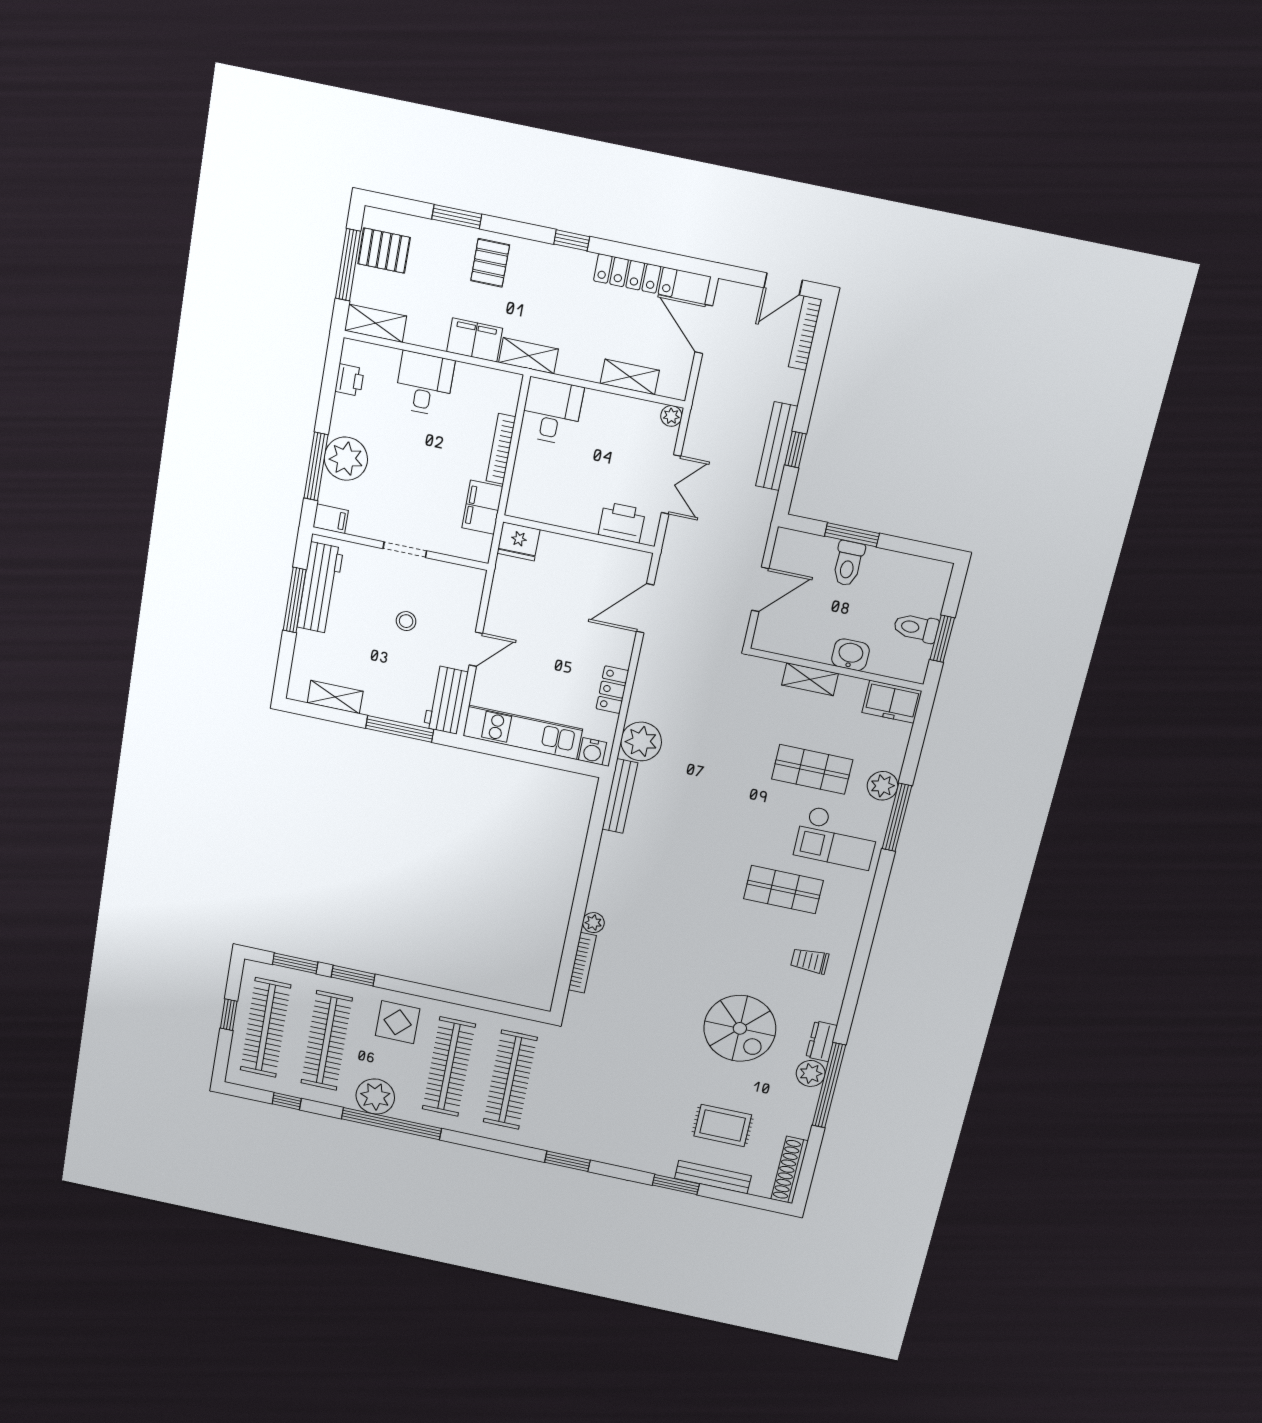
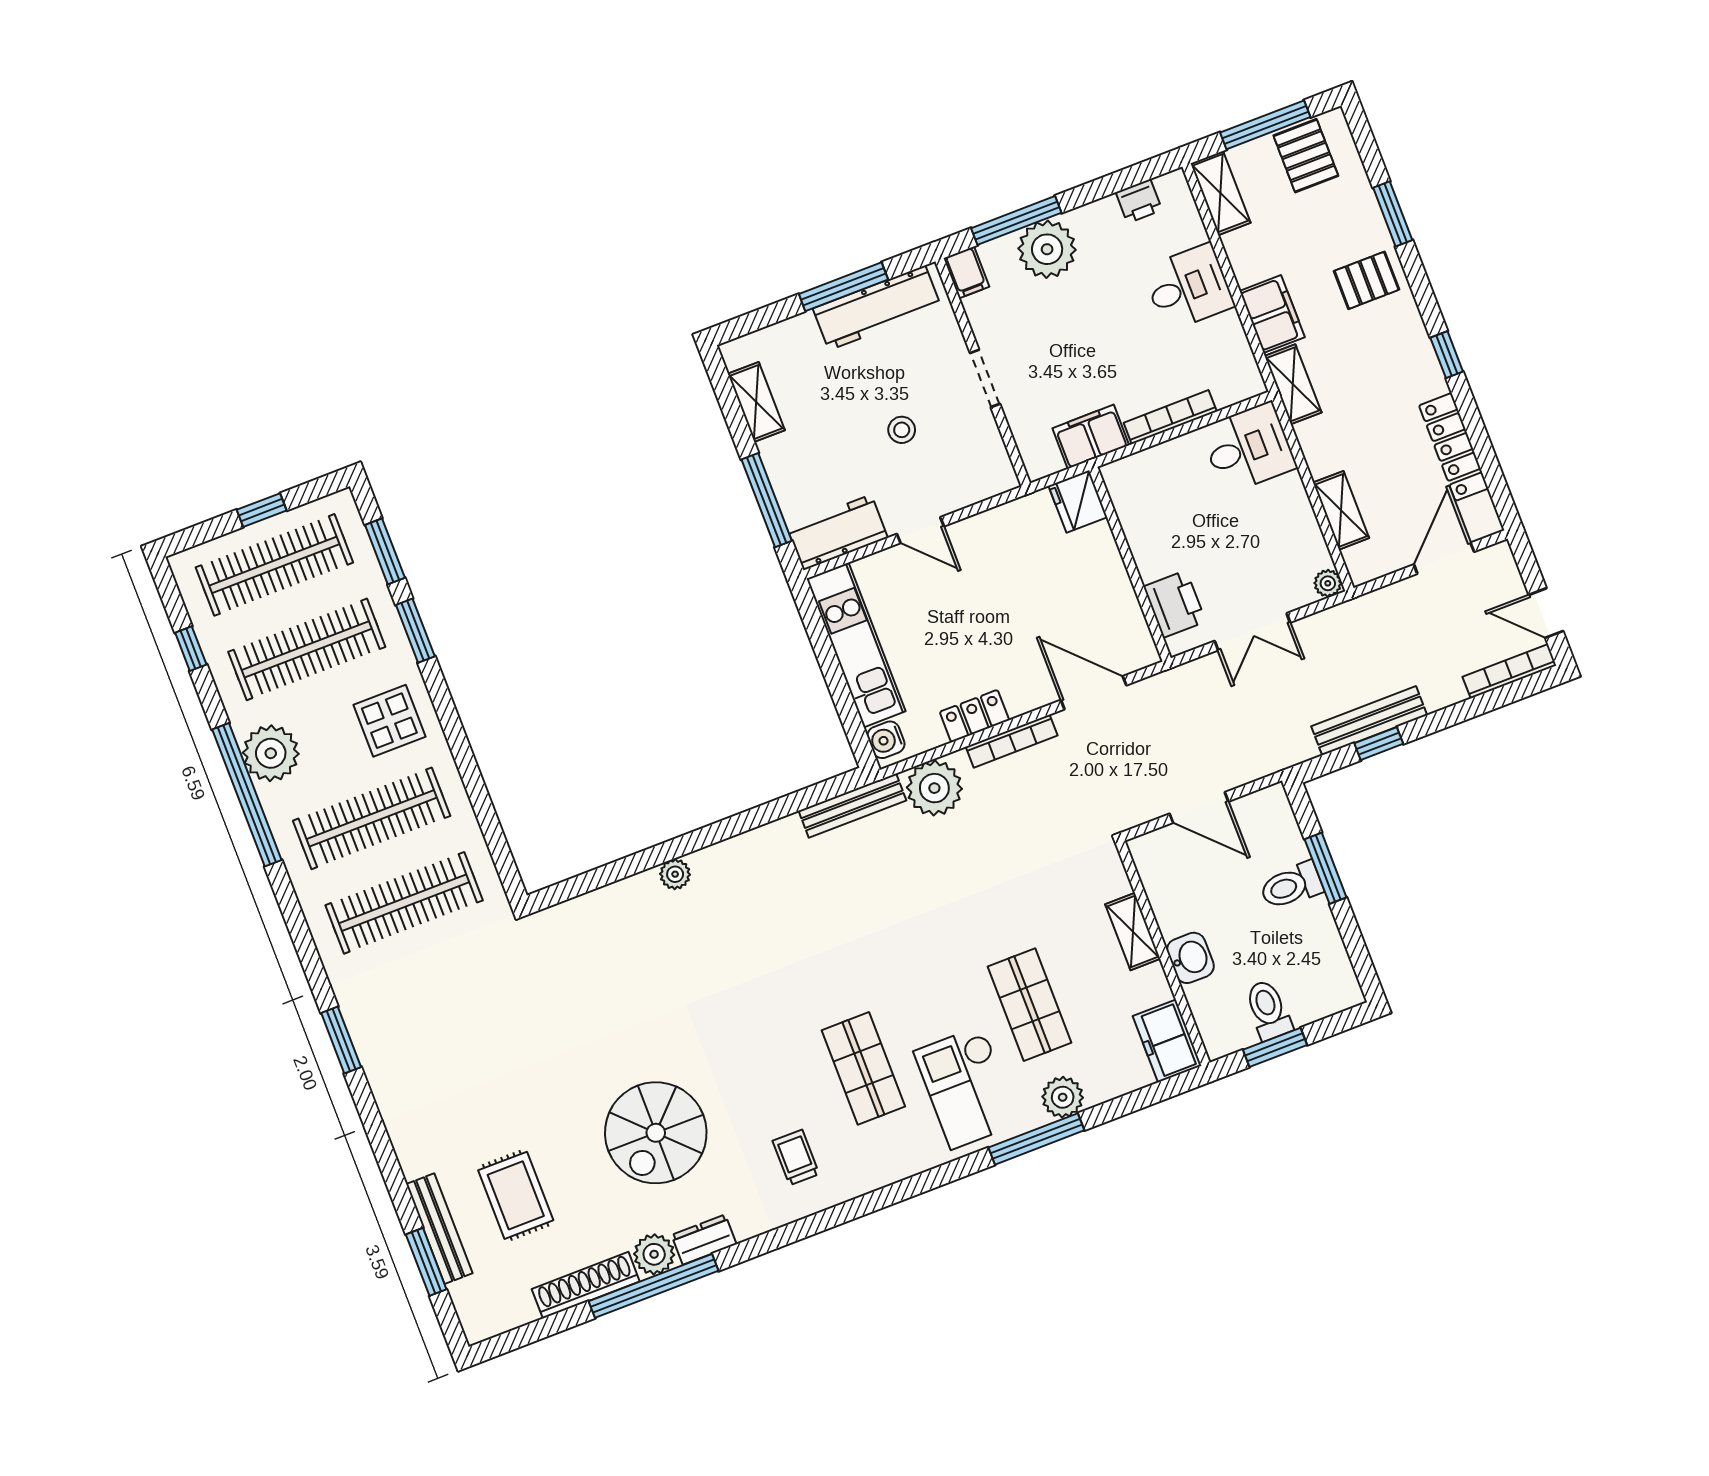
bookcase: (582, 963) -> (1012, 741), moved
shoe rack: (790, 1170) -> (586, 1285), moved
window: (676, 1185) -> (426, 1262), moved

